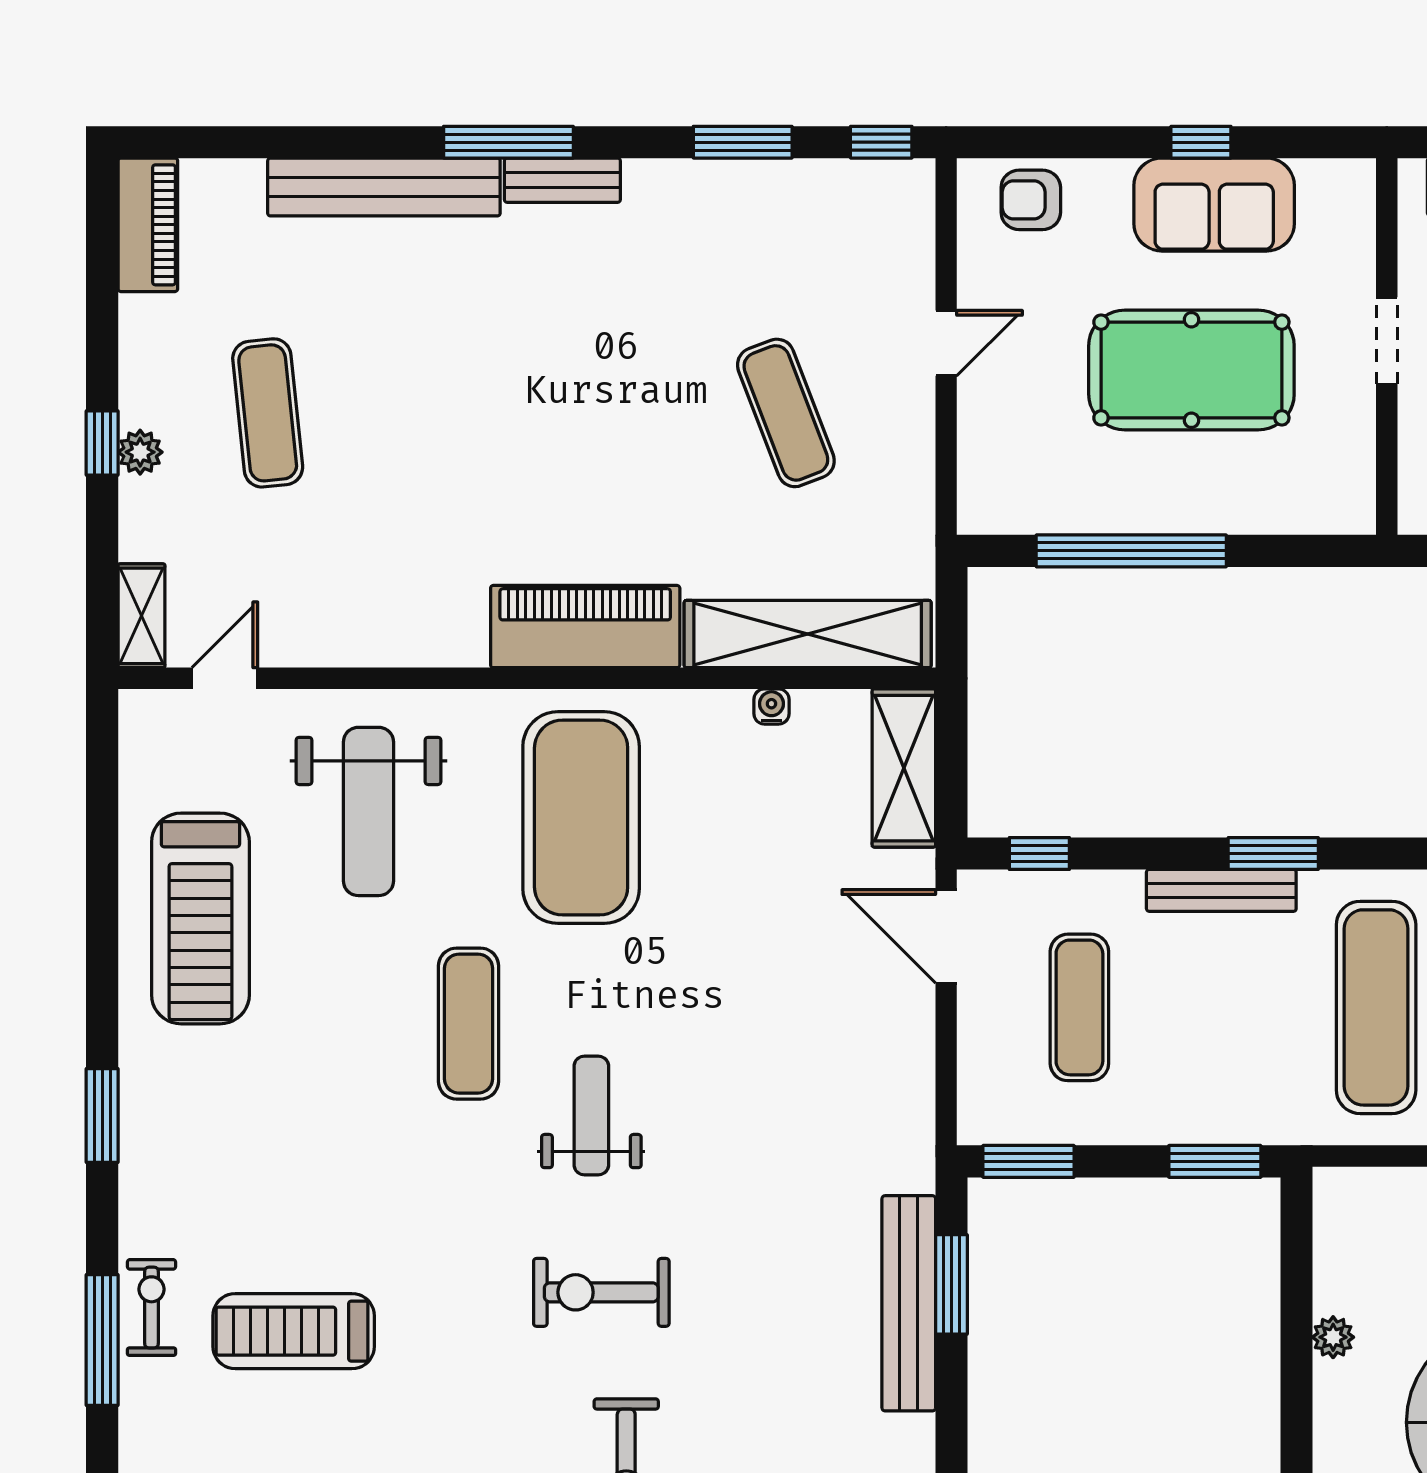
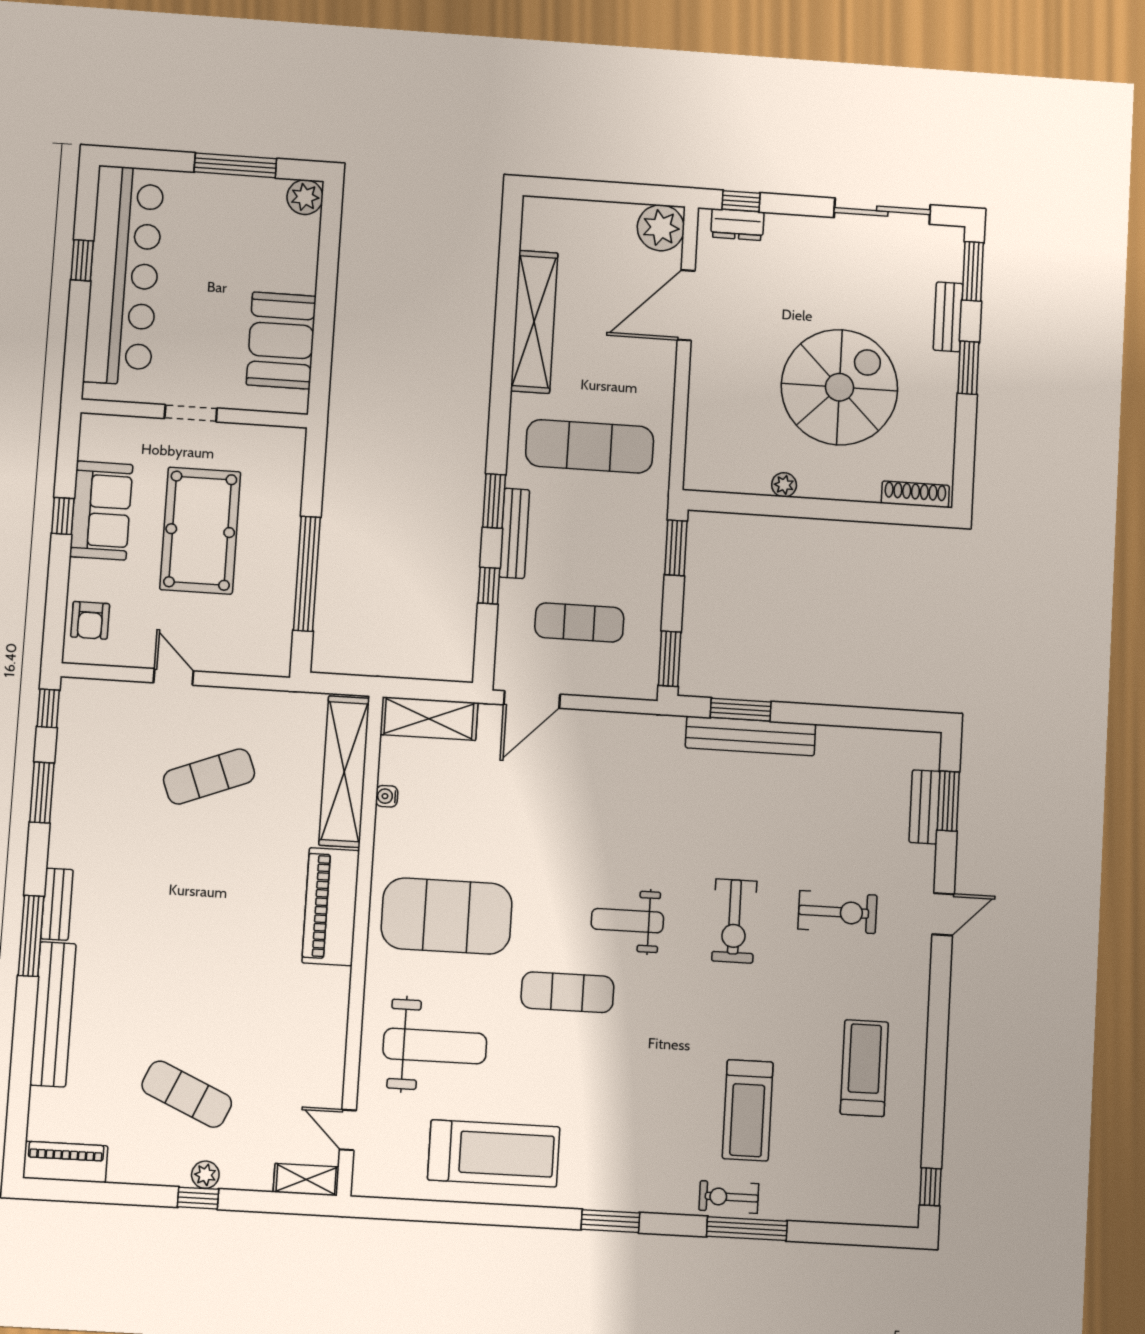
exercise mat: (268, 413) -> (187, 1094), turned 30
window: (1039, 853) -> (489, 586), moved

